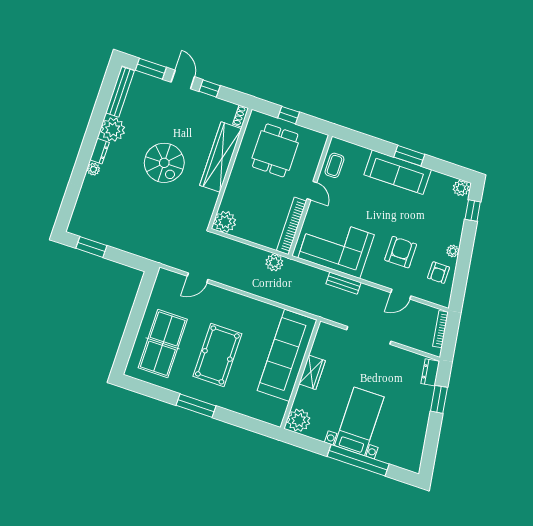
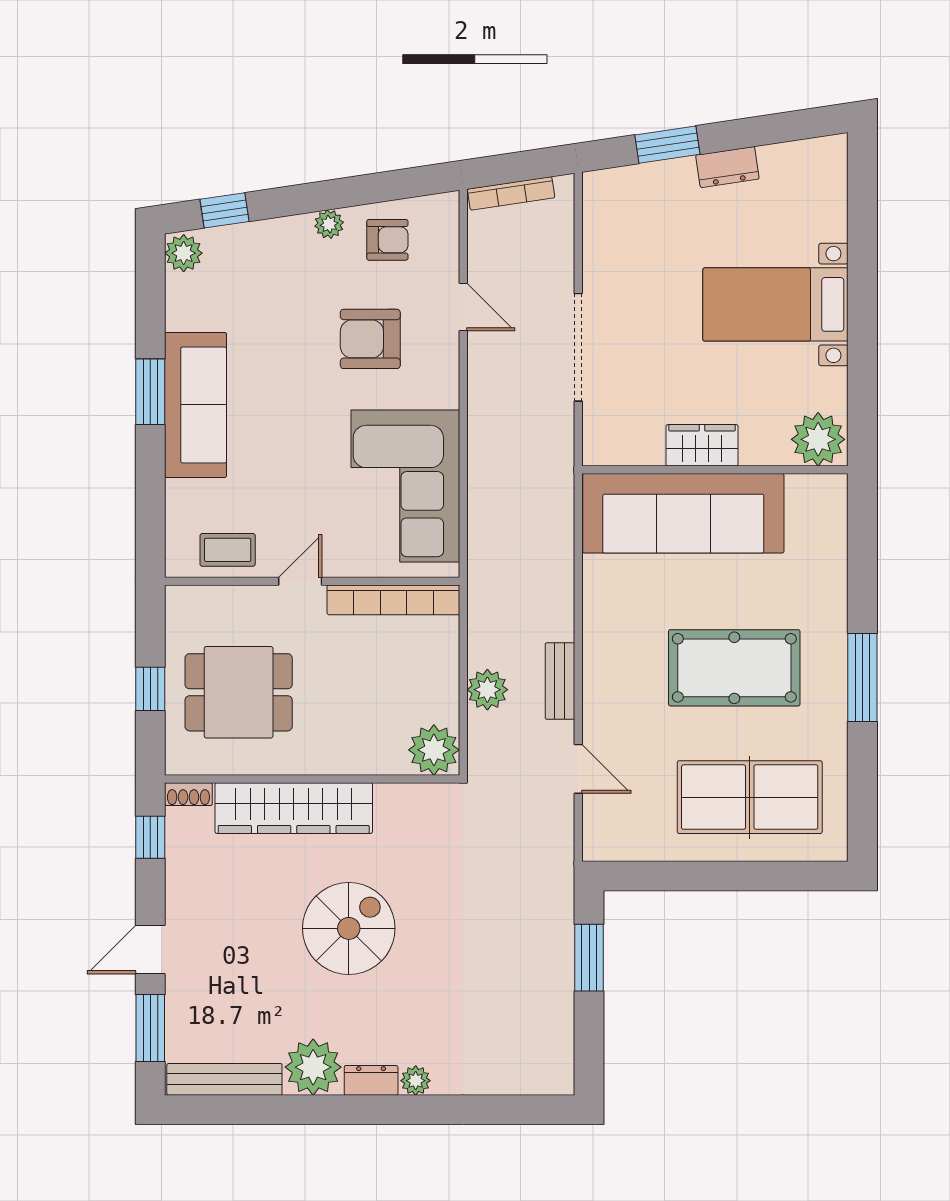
window: (210, 88) -> (150, 837), moved
window: (91, 247) -> (589, 958), moved
plant: (274, 263) -> (487, 690), moved
bench: (344, 283) -> (560, 681), moved
dresser: (430, 372) -> (727, 167), moved
window: (358, 460) -> (862, 278), removed

